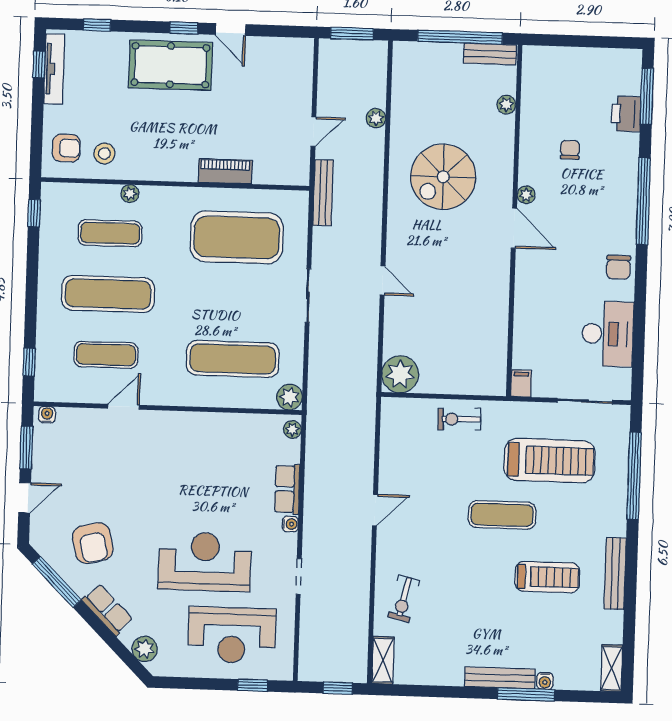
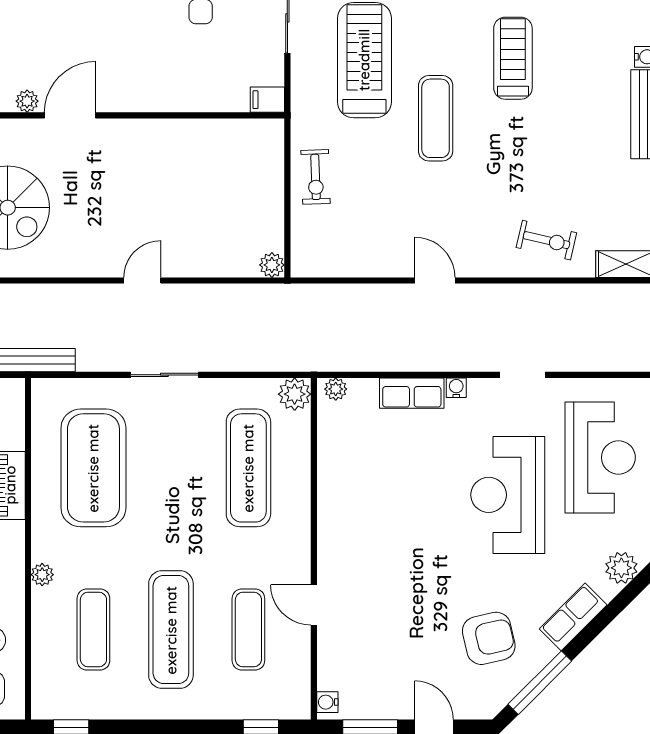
plant: (130, 194) -> (42, 575), moved
plant: (400, 374) -> (272, 265), width x0.53, depth x0.53

